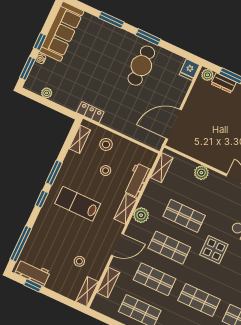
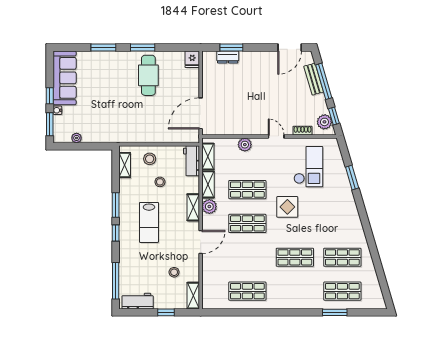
plant: (207, 75) -> (210, 56), removed
locker: (90, 112) -> (123, 137), removed
workbench: (137, 180) -> (191, 161), moved
lab bench: (78, 204) -> (149, 222), turned -90
shop shelf: (155, 279) -> (247, 257), removed
shelving: (108, 283) -> (208, 184), moved
window: (33, 285) -> (166, 312), moved

